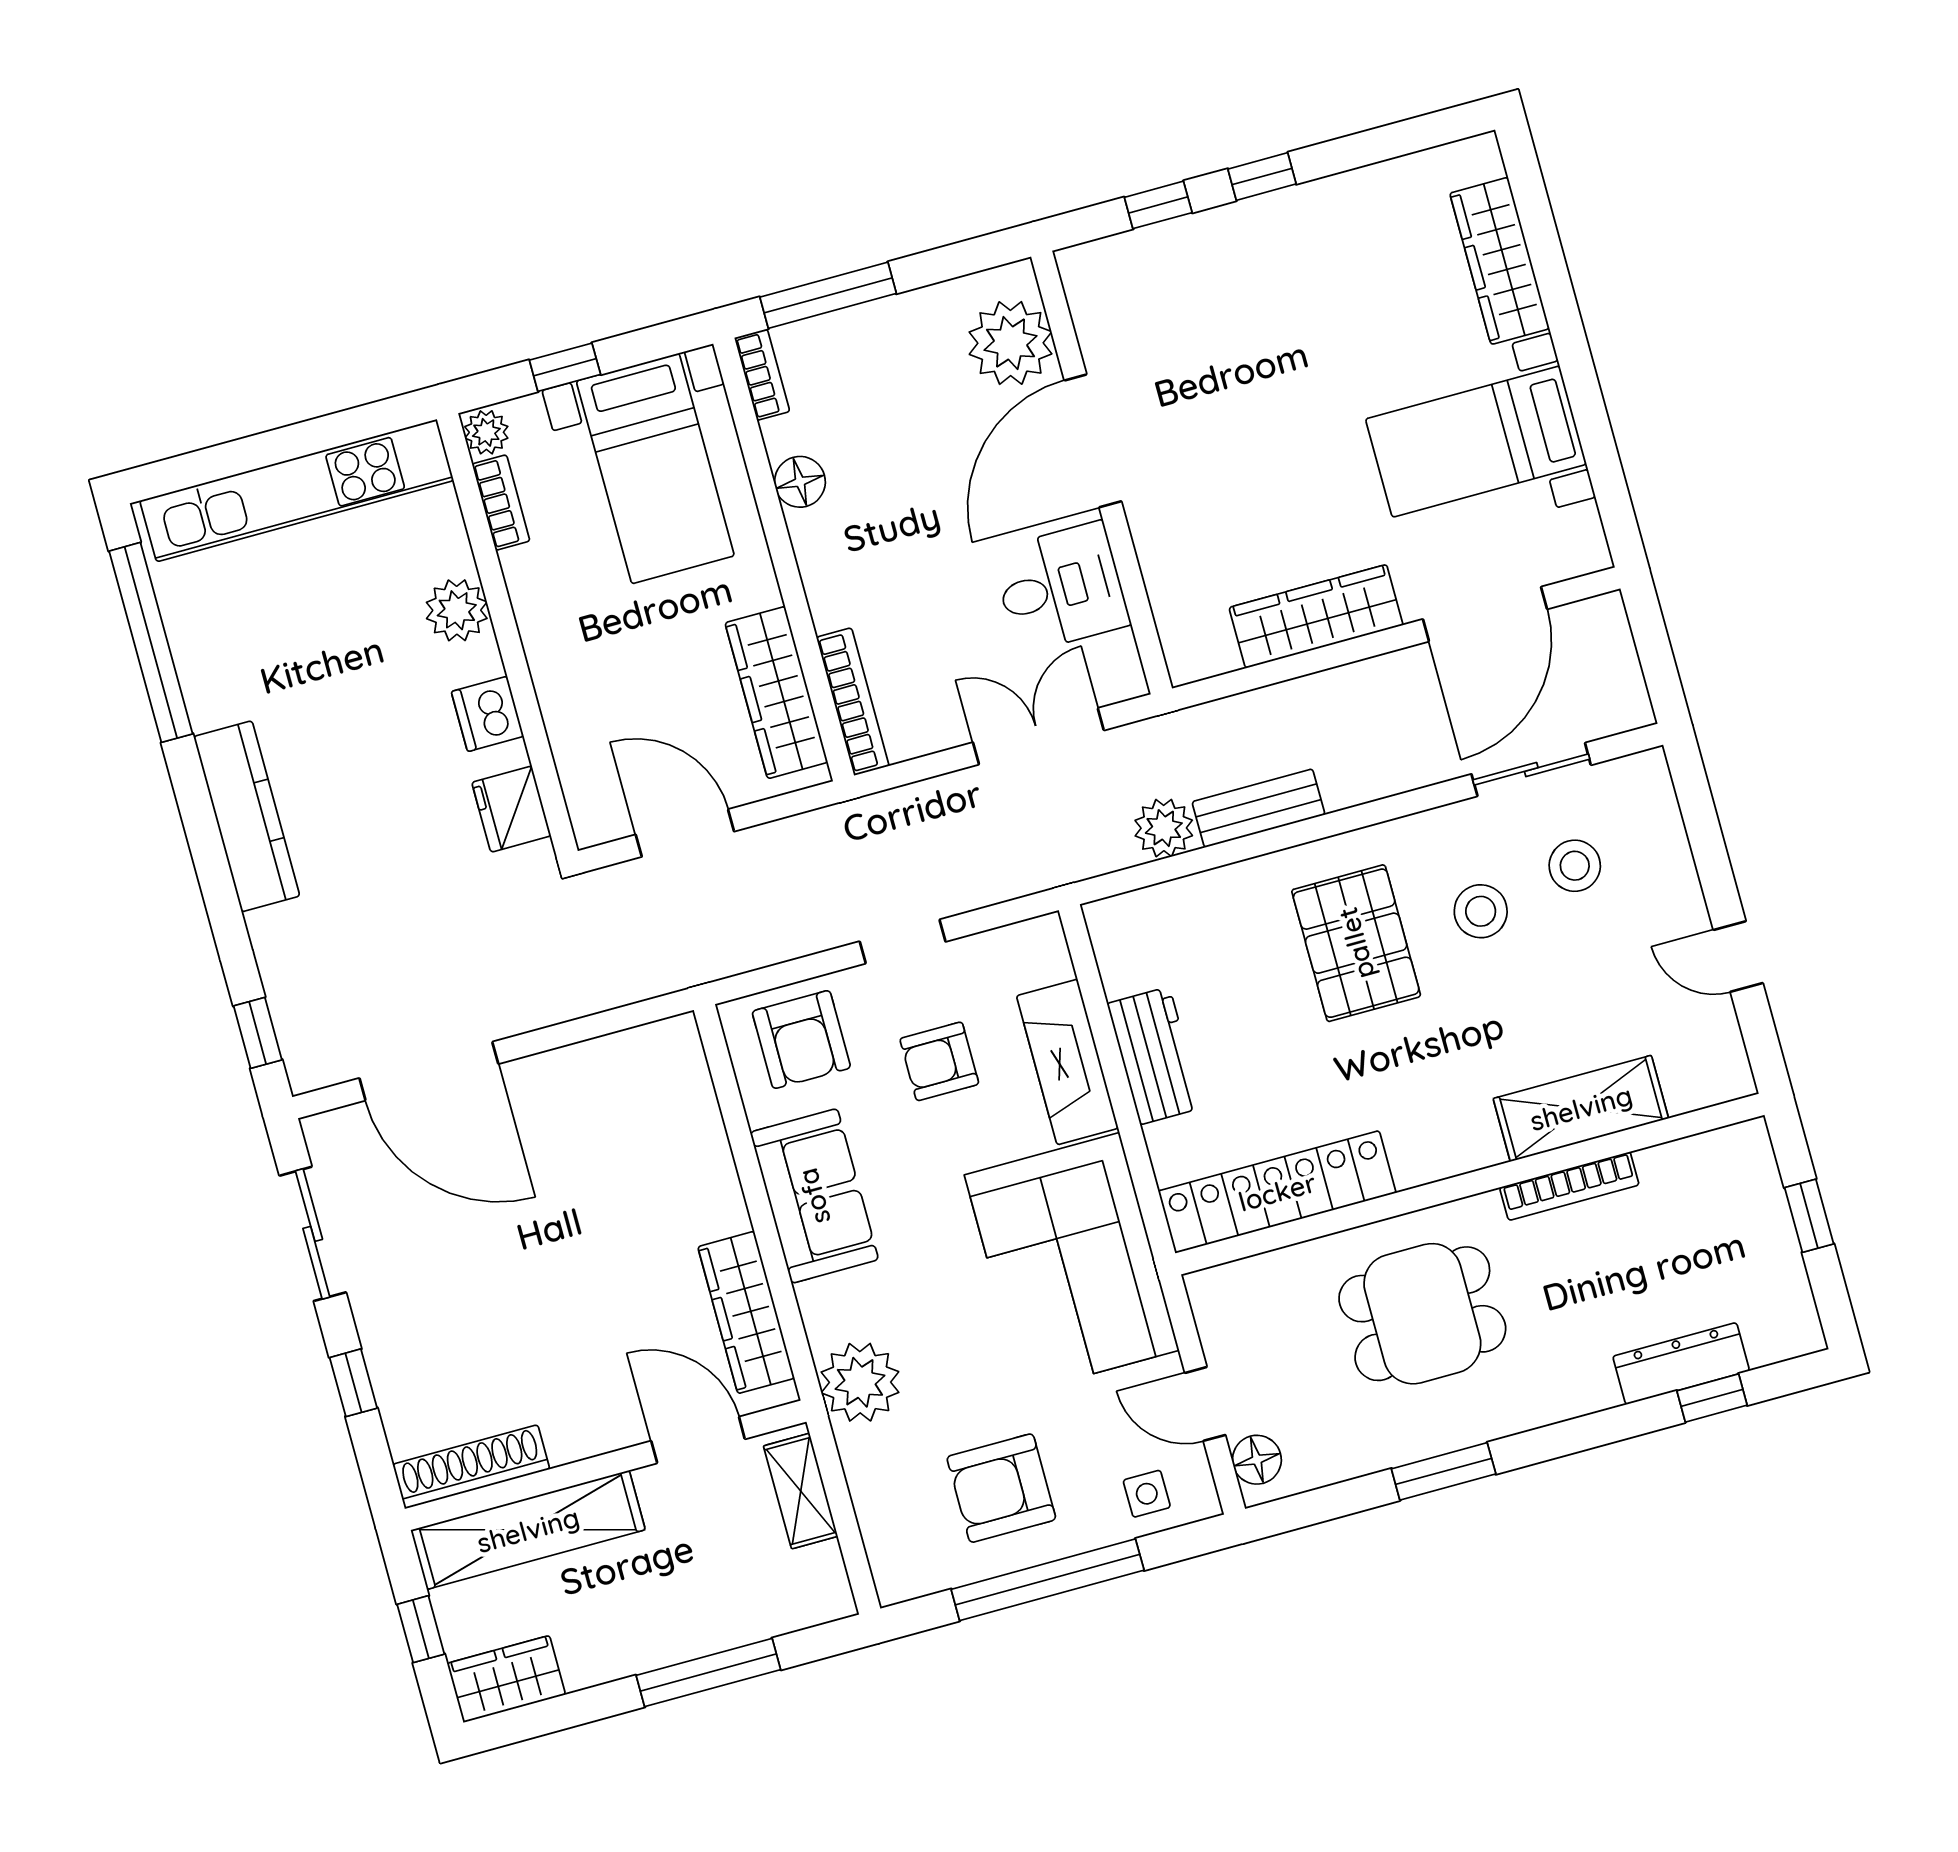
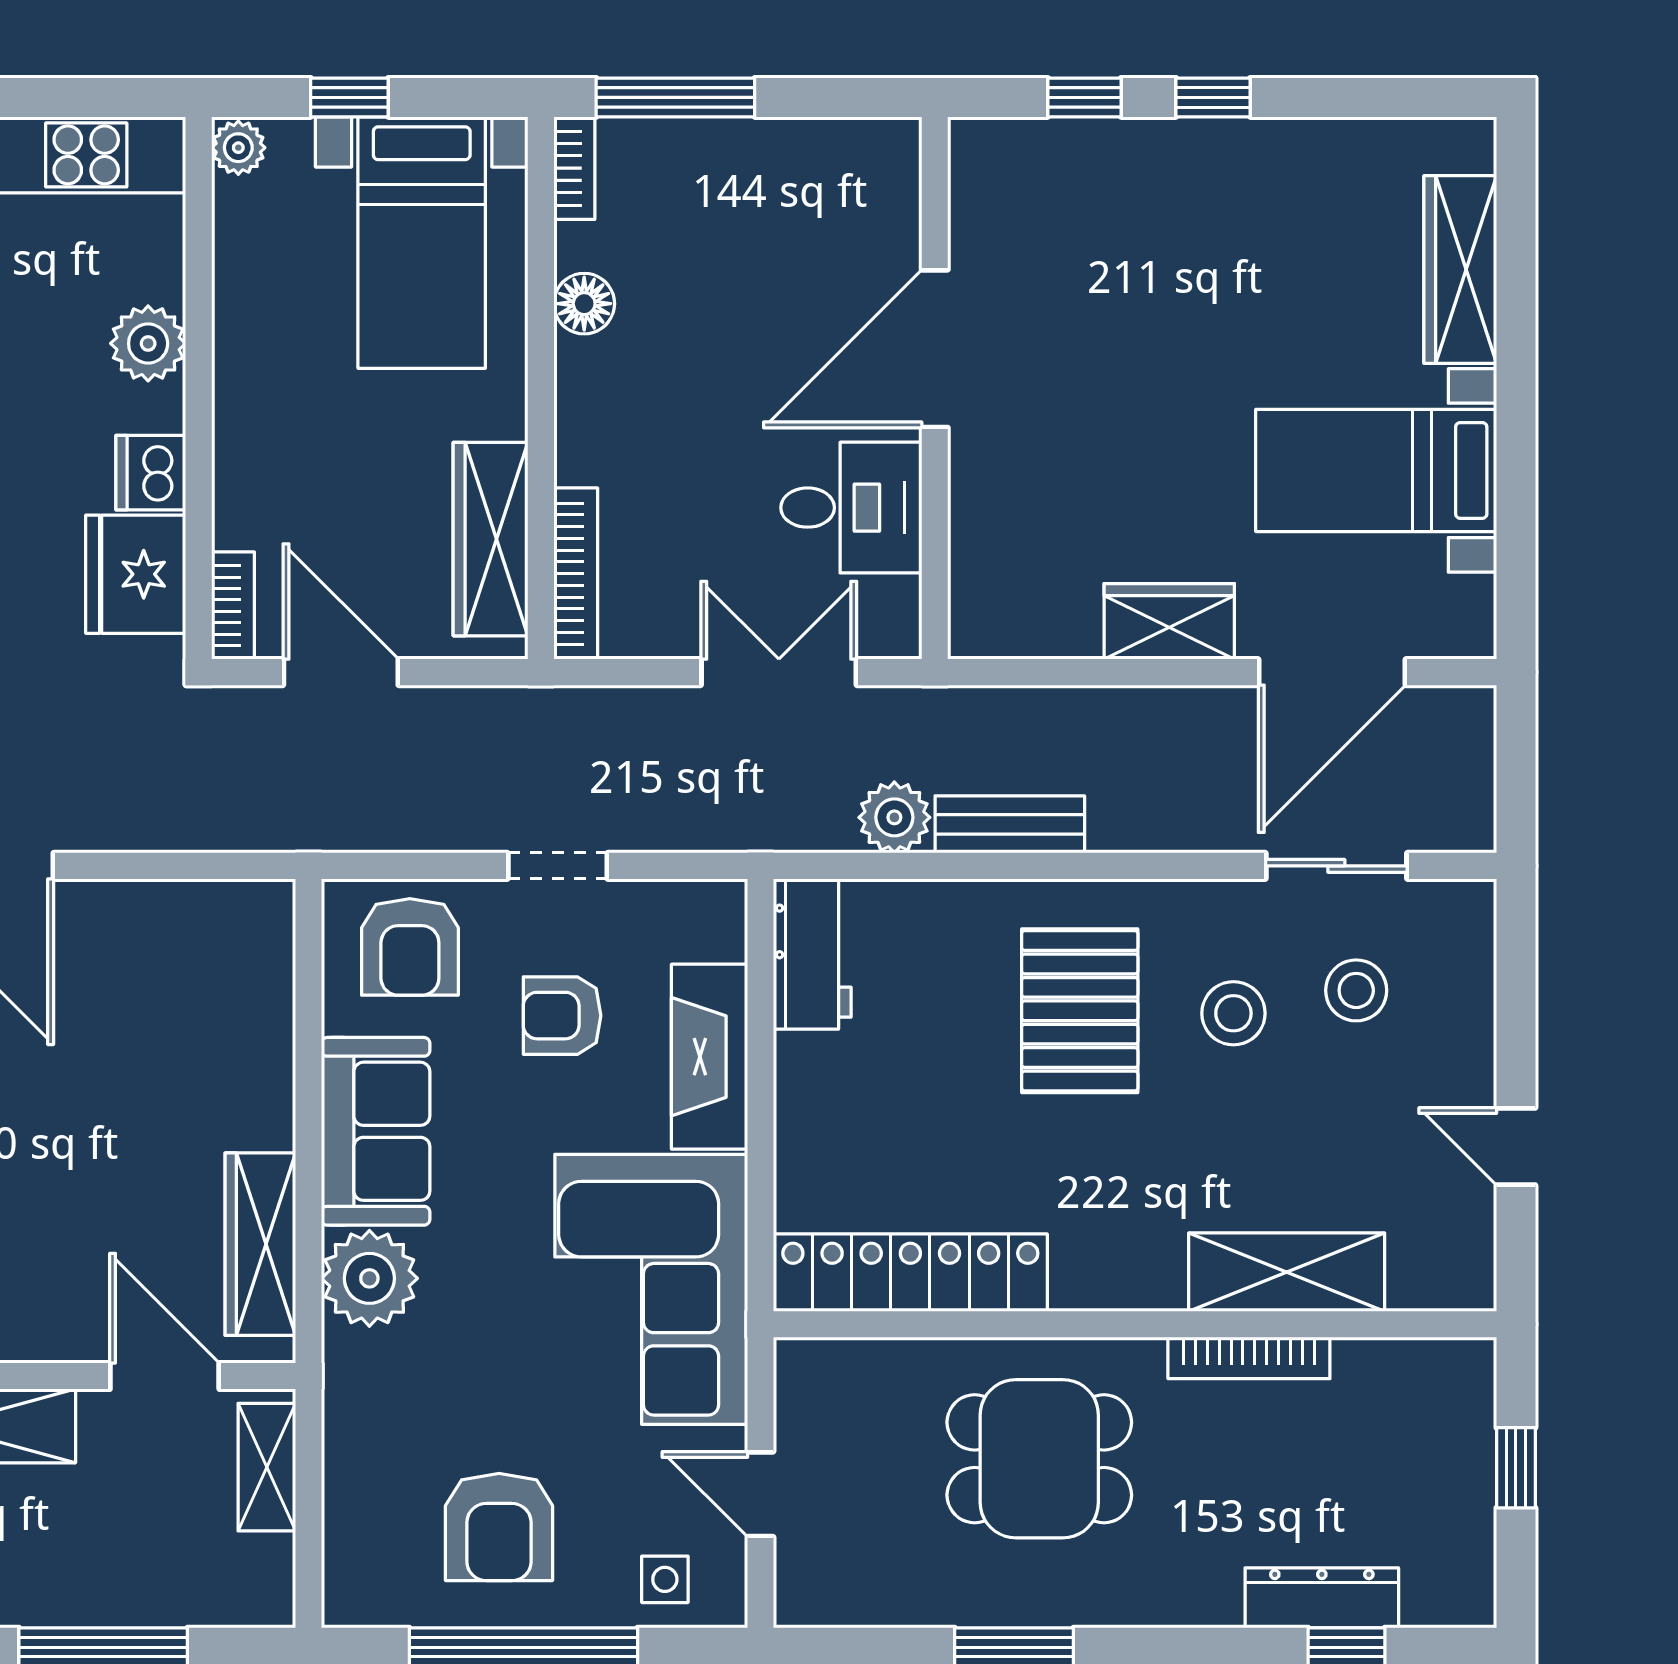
plant: (1011, 343) -> (871, 210), removed
bookcase: (501, 503) -> (233, 606), moved
wardrobe: (1316, 616) -> (1169, 621), width x0.67
fridge: (511, 809) -> (136, 574), width x1.36, depth x1.34
workbench: (1155, 1056) -> (812, 954), moved
plant: (860, 1382) -> (369, 1278), moved
floor lamp: (1257, 1460) -> (803, 1575), removed
armchair: (1001, 1488) -> (499, 1527), turned -90

